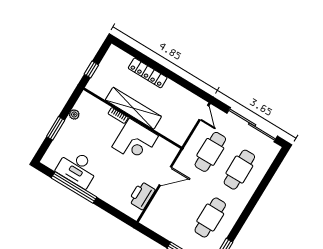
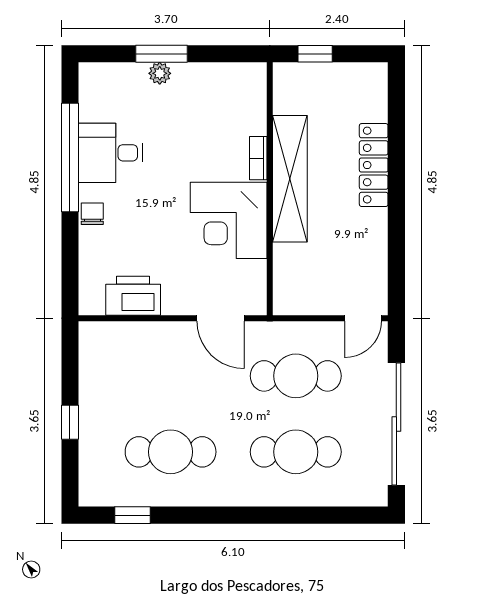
plant: (74, 114) -> (160, 73), moved
desk: (77, 168) -> (110, 153), width x0.73
door: (165, 176) -> (221, 318), moved
chair: (101, 192) -> (92, 214), added

